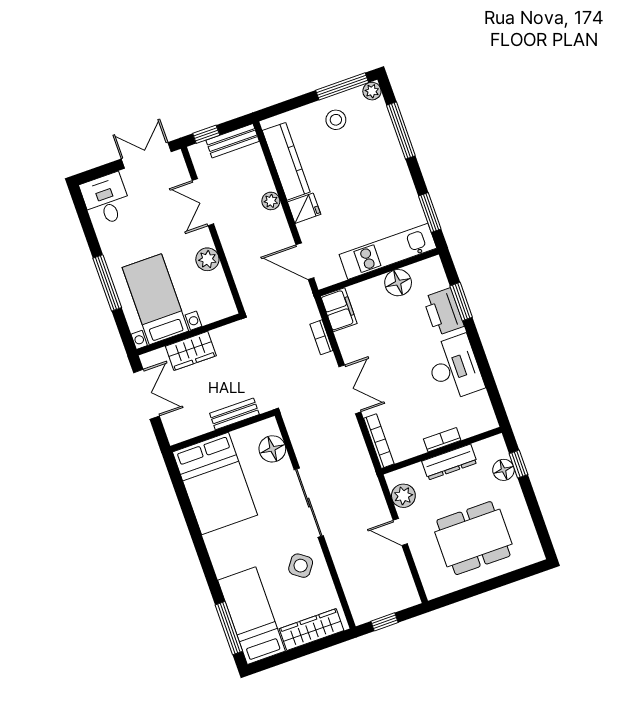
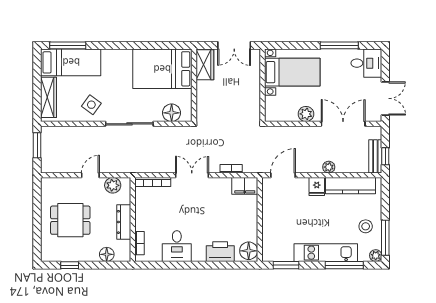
window: (206, 134) -> (385, 156), moved
double door: (203, 202) -> (343, 124), width x1.37
kitchen unit: (388, 251) -> (326, 253), moved, turned -90
window: (107, 283) -> (339, 45), moved
floor lamp: (398, 283) -> (249, 251), moved
window: (461, 302) -> (223, 265), removed
wardrobe: (191, 351) -> (205, 65), moved, turned 180
desk: (454, 368) -> (177, 246), width x0.73
double door: (350, 389) -> (192, 175), swing flipped
bench: (234, 414) -> (202, 97), removed
bookcase: (442, 440) -> (140, 243), moved
window: (518, 464) -> (70, 265), moved
dining table: (473, 538) -> (70, 220), width x0.73
window: (384, 622) -> (37, 145), width x1.50

